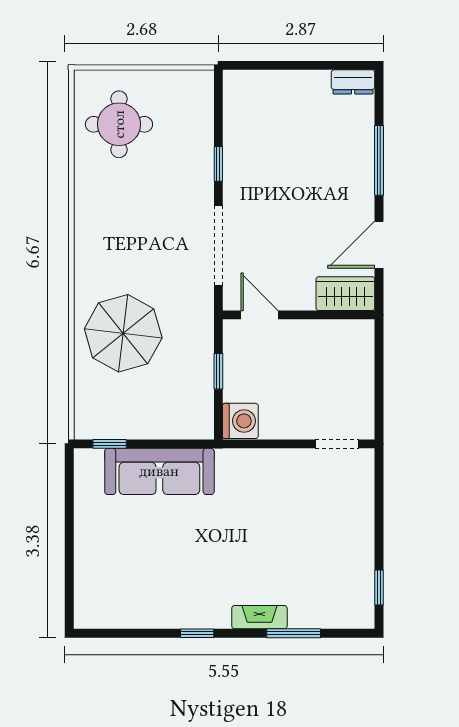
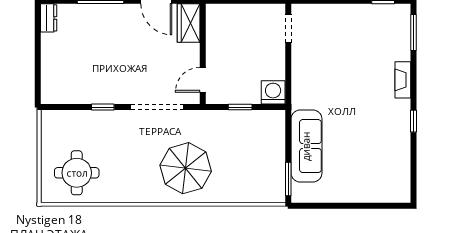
parasol: (123, 333) -> (186, 168), moved
window: (110, 444) -> (288, 179), width x1.50
window: (294, 633) -> (413, 33), moved

